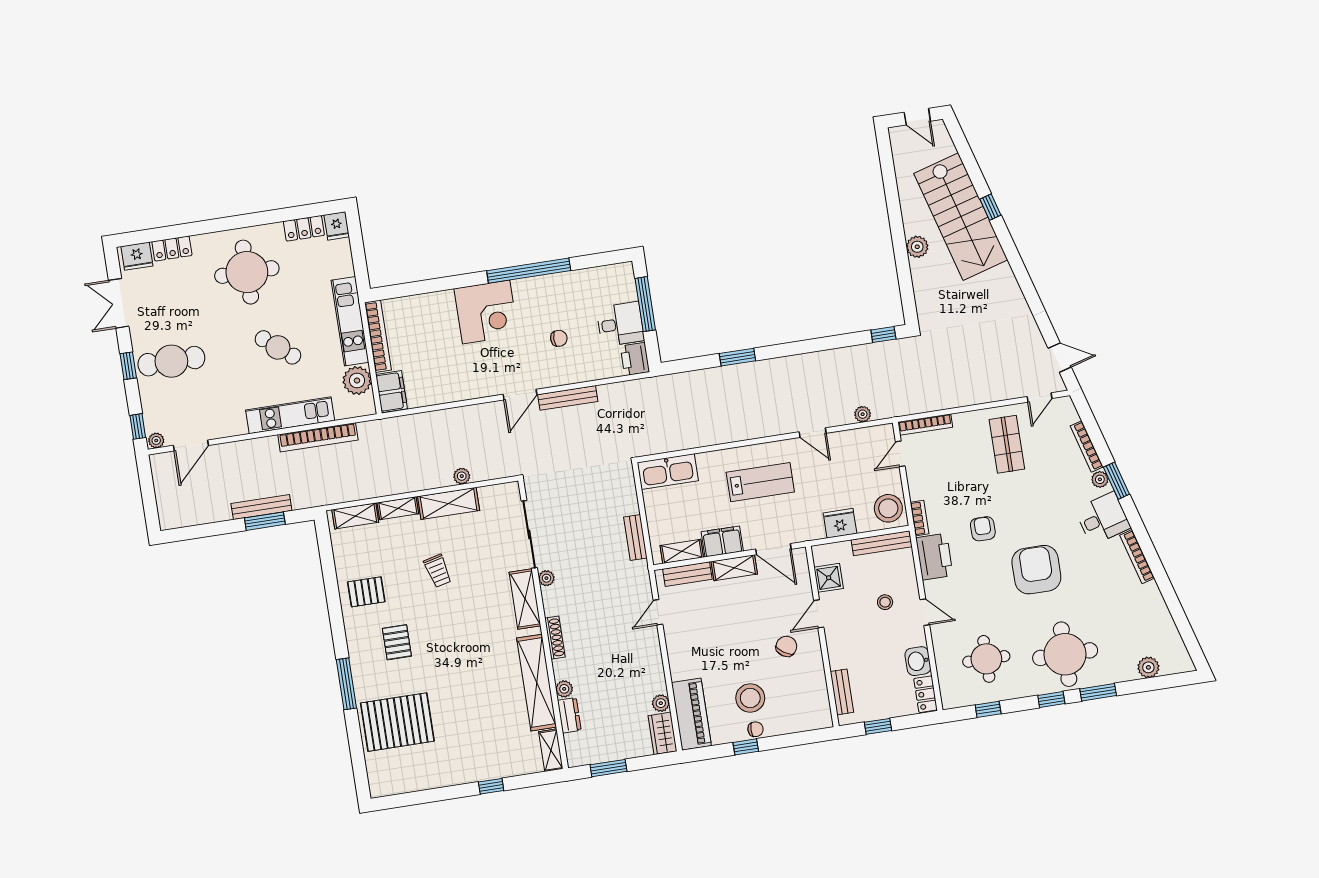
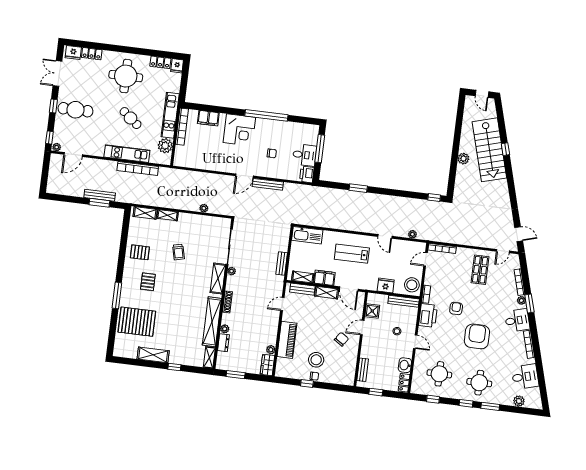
filing cabinet: (391, 392) -> (208, 118), moved, turned 90
lab bench: (760, 482) -> (352, 254), turned 180
shelving: (449, 503) -> (153, 355), moved
desk: (1147, 619) -> (525, 377), added
round table: (1065, 654) -> (479, 383), width x0.73, depth x0.73
piano: (691, 714) -> (287, 340), moved

